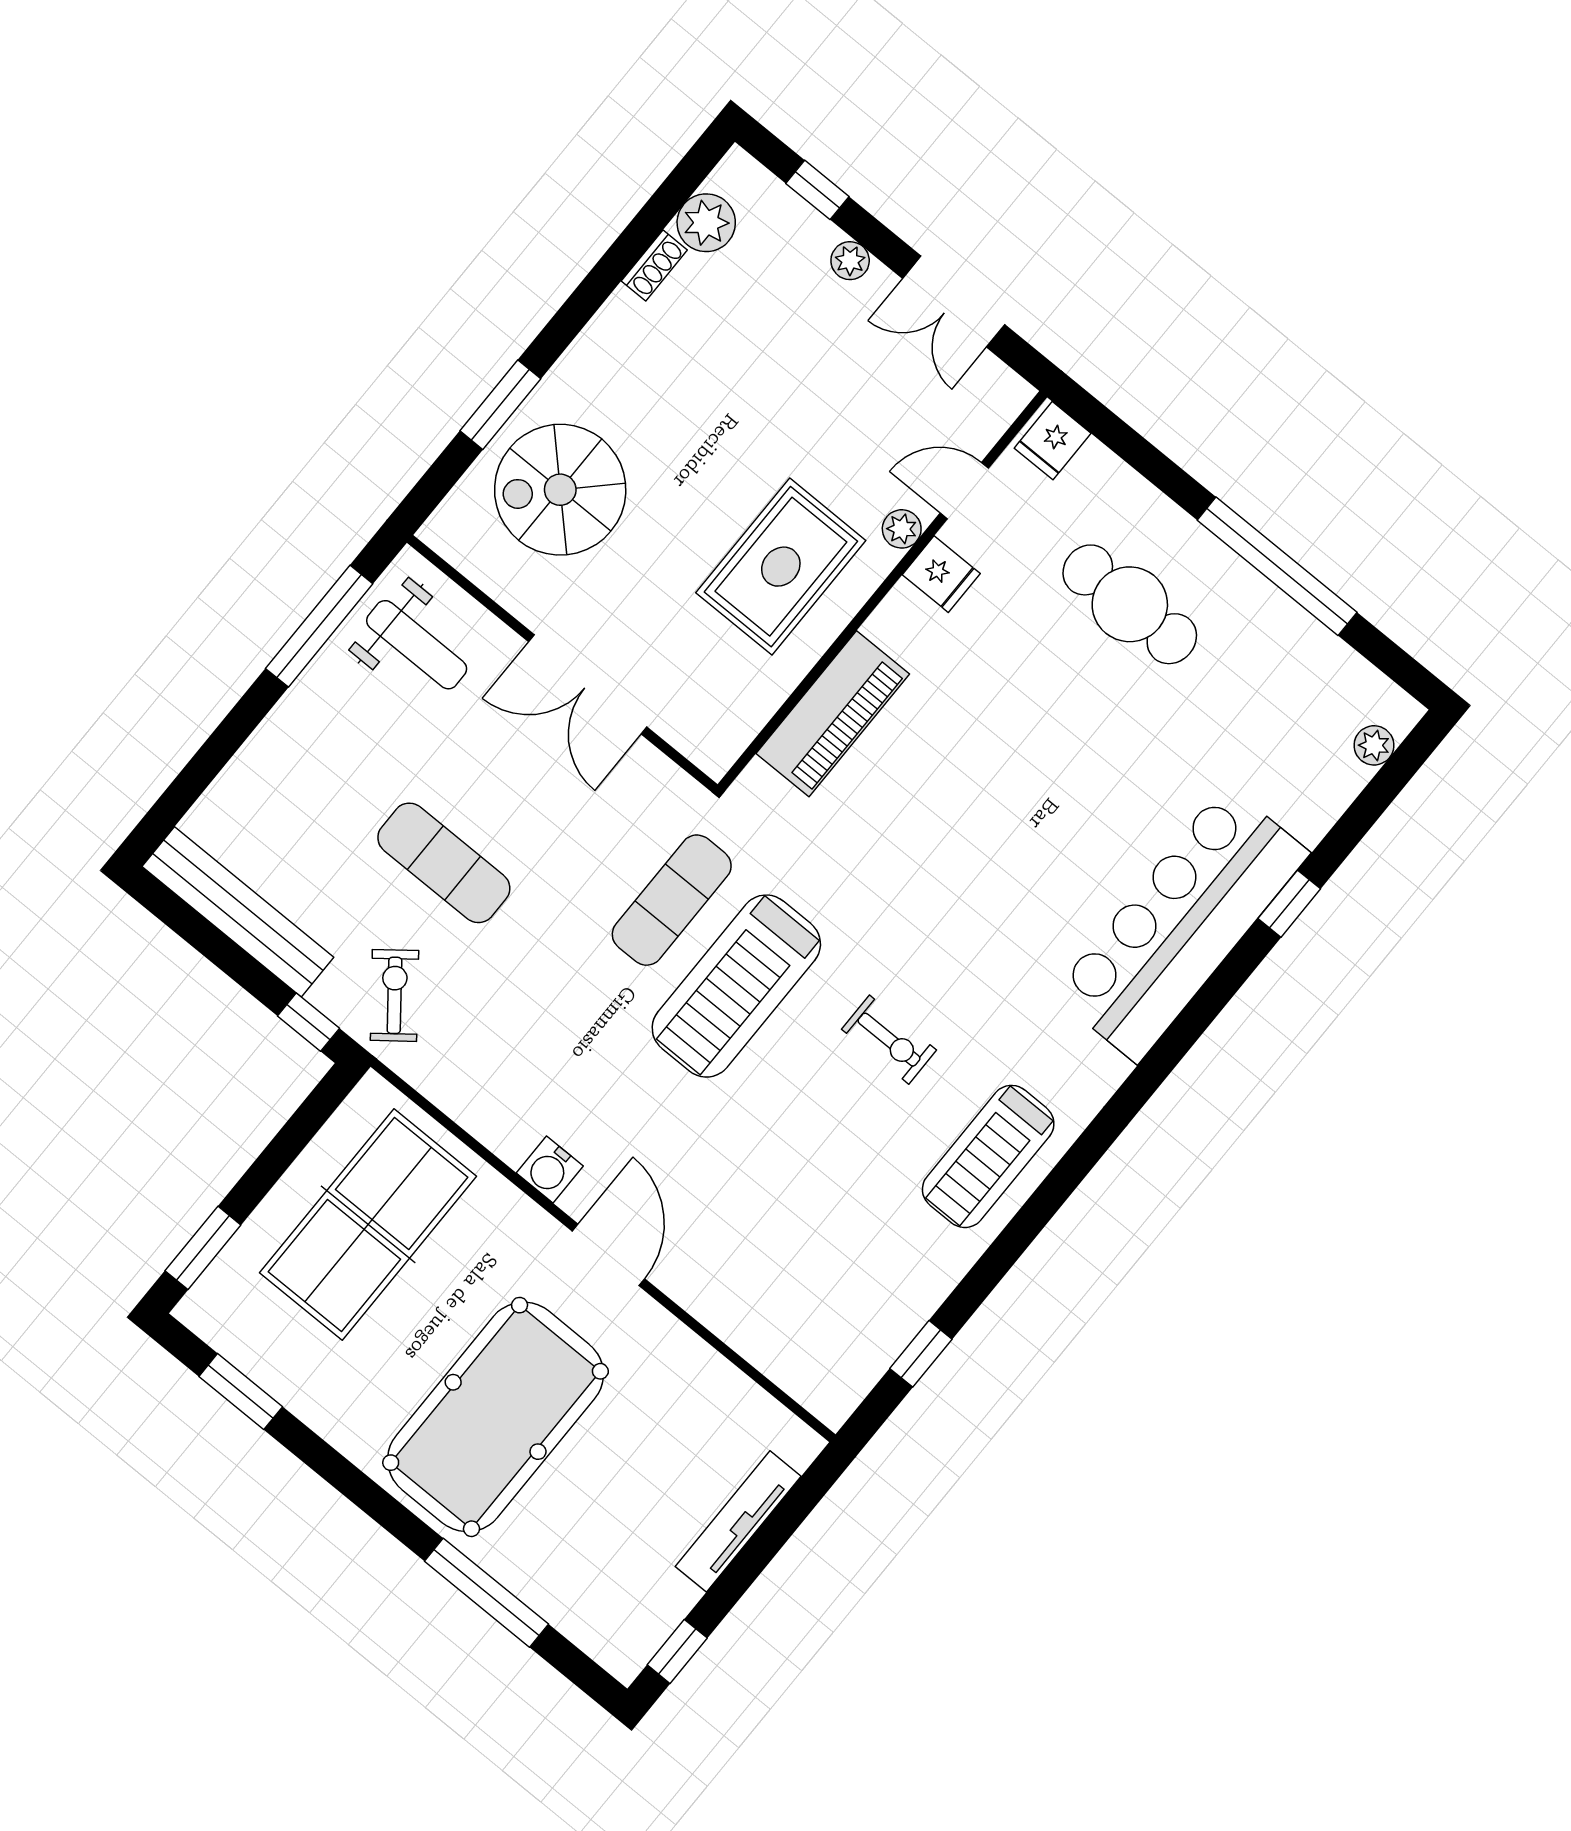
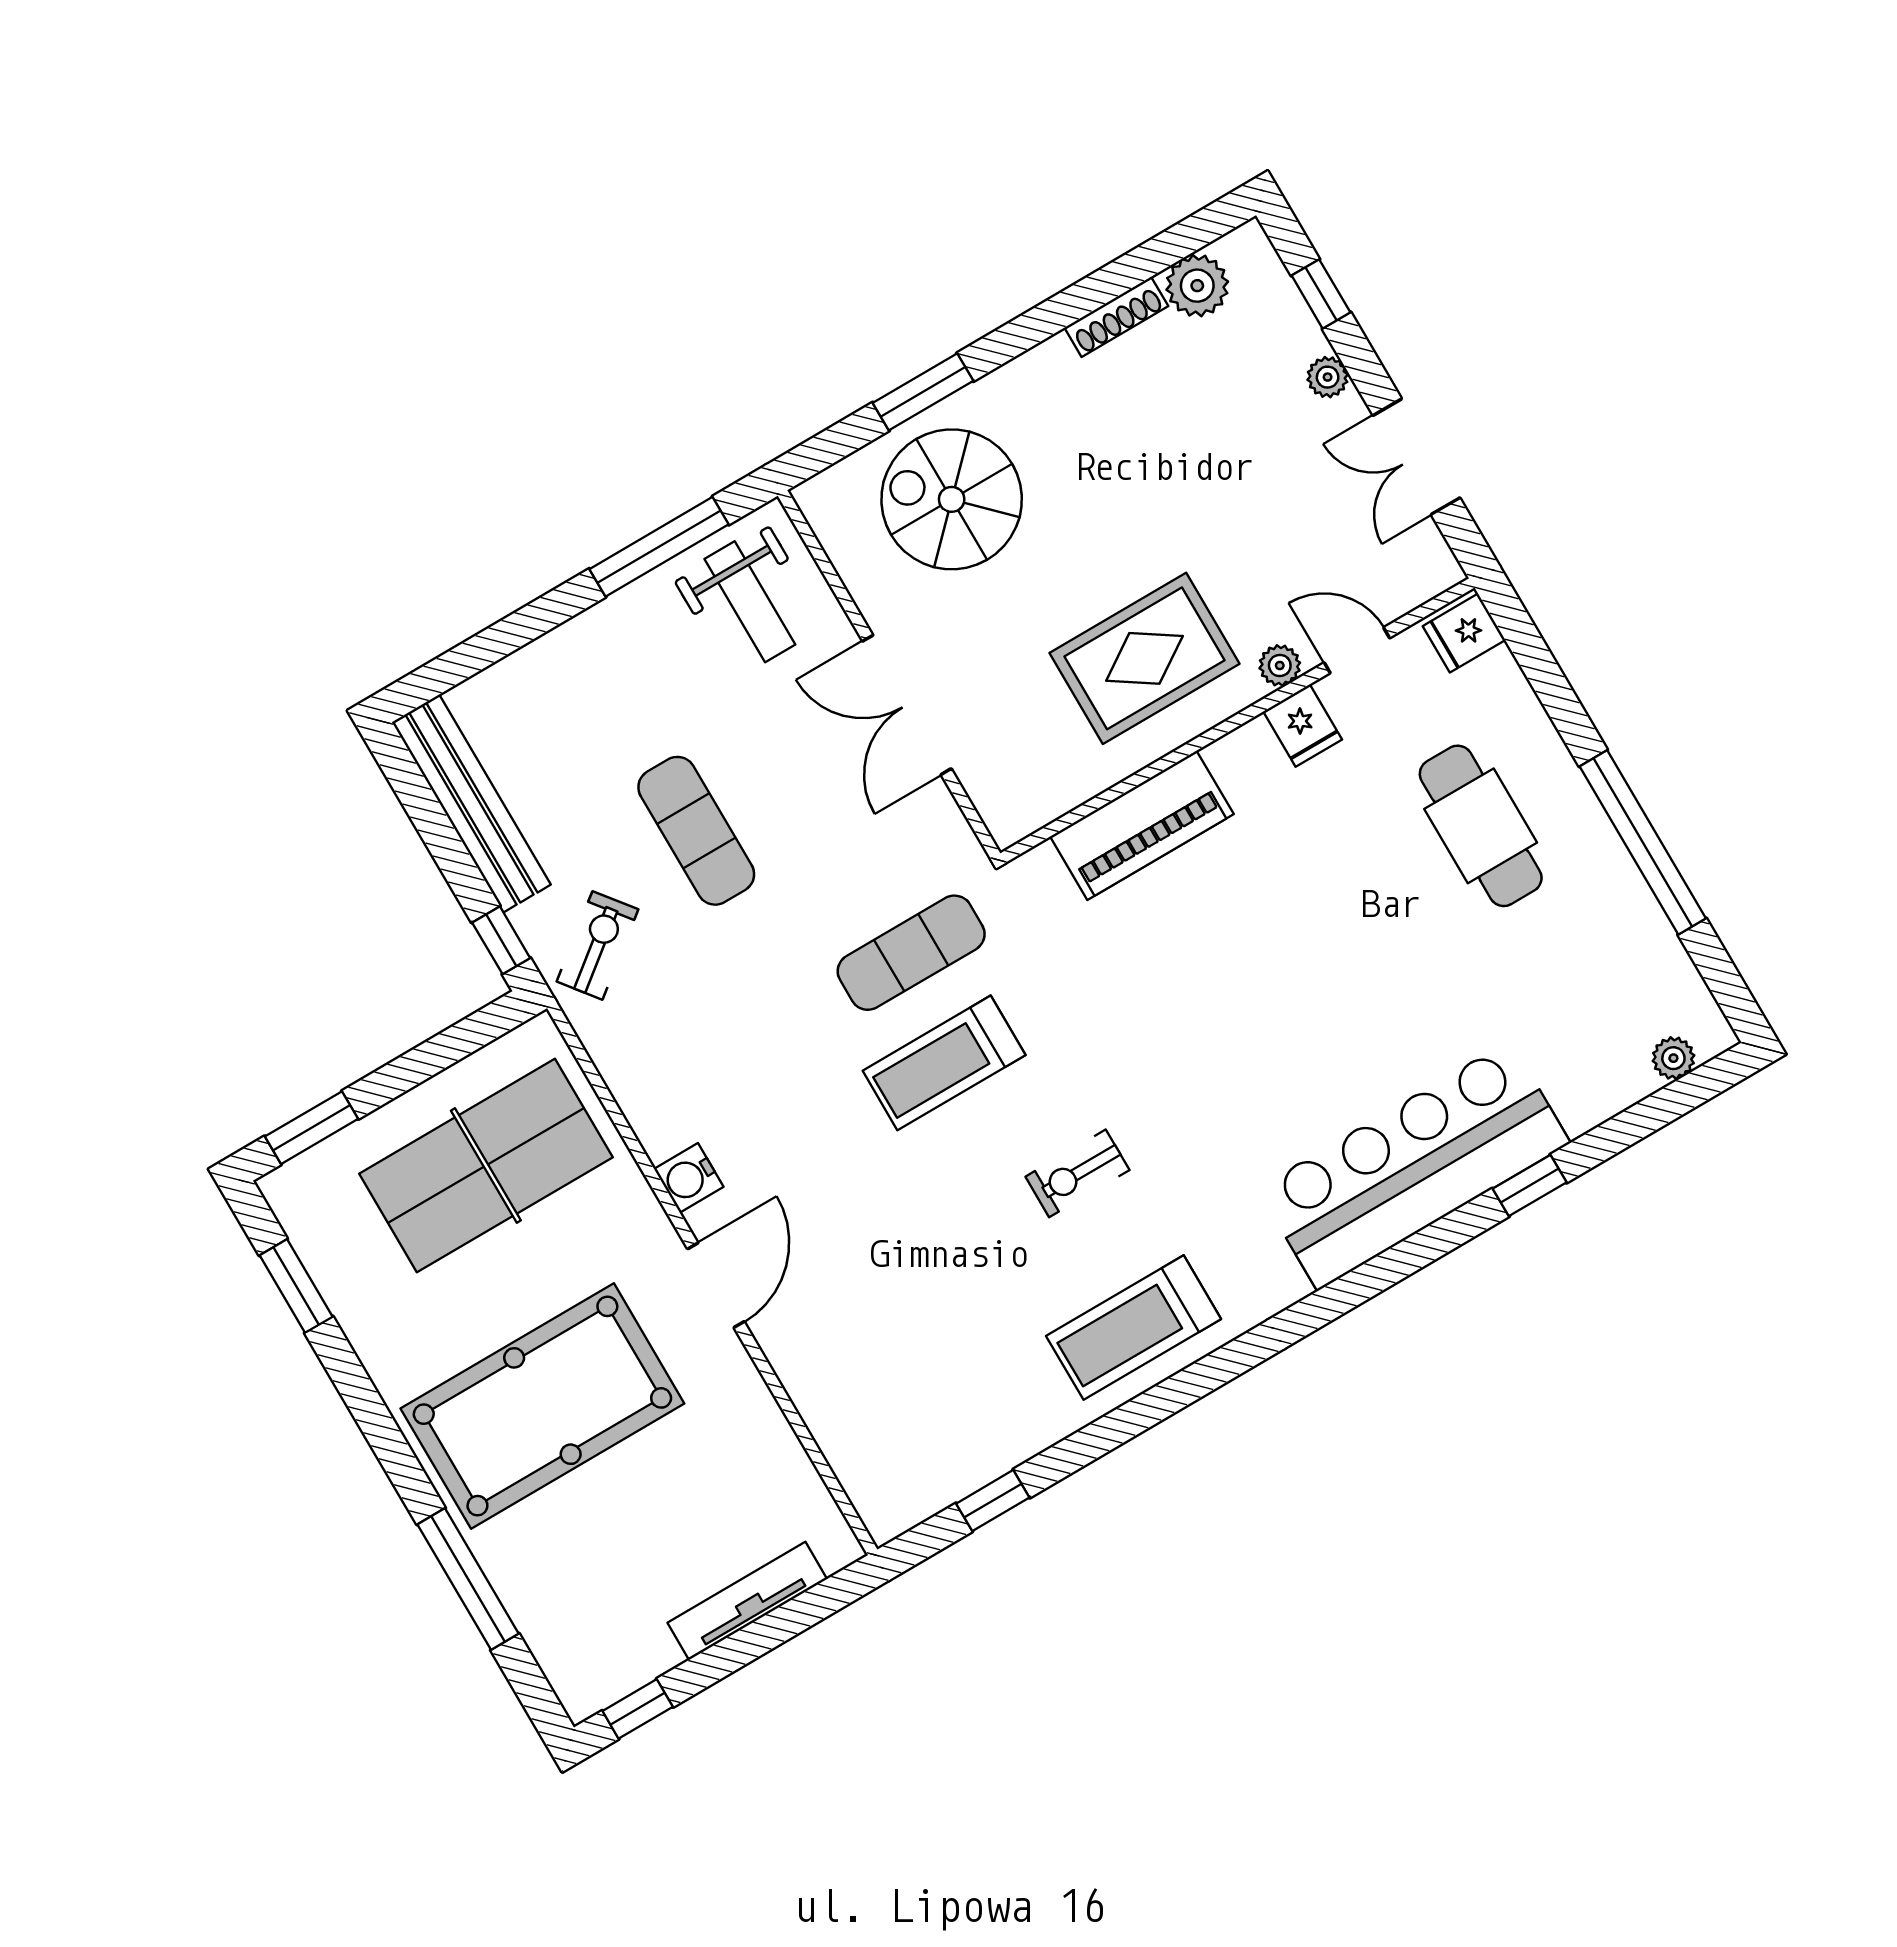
shoe rack: (654, 265) -> (1116, 317), width x1.43
treadmill: (736, 986) -> (944, 1063), width x0.73, depth x0.73
exercise bike: (889, 1040) -> (1077, 1173), turned 90

